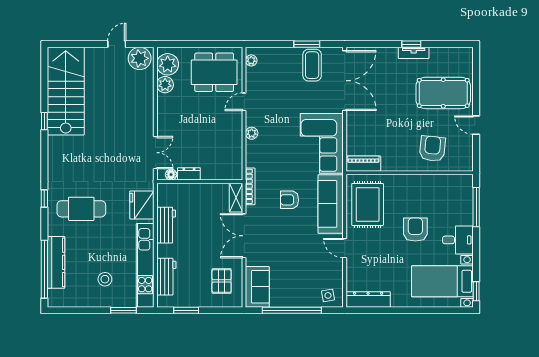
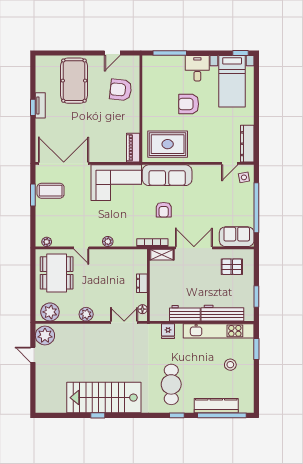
plant: (165, 85) -> (86, 314), moved
stairs: (66, 91) -> (104, 398), moved
door: (476, 125) -> (112, 53), moved
dresser: (189, 174) -> (142, 283), moved
window: (44, 198) -> (177, 415), moved
fridge: (142, 205) -> (168, 331), width x0.53, depth x0.75
double door: (244, 236) -> (194, 248), swing flipped
door: (345, 248) -> (230, 163), moved
workbench: (166, 277) -> (222, 313), width x1.38

